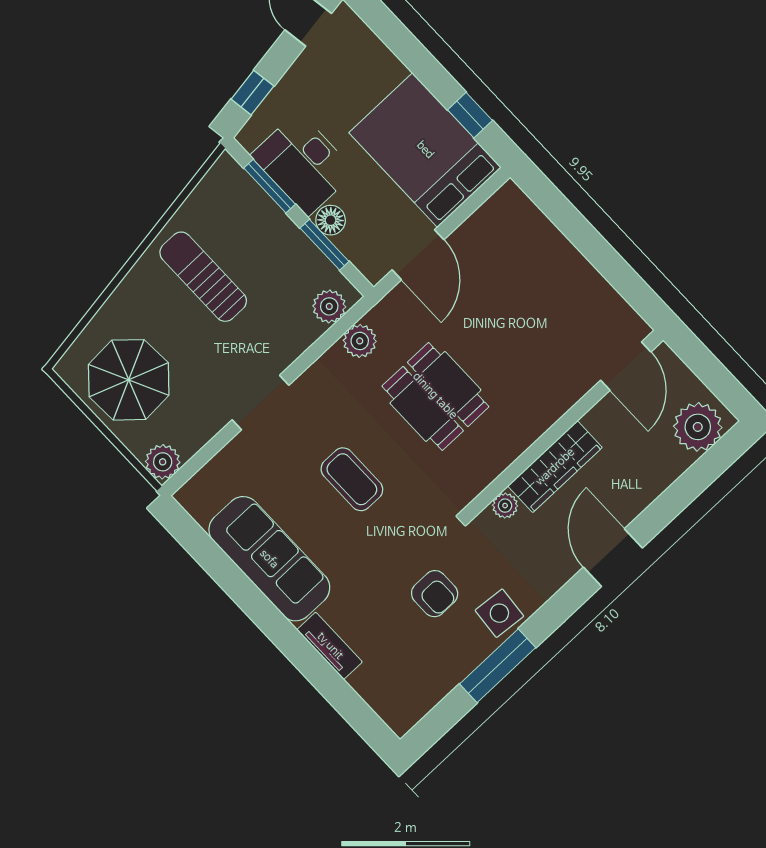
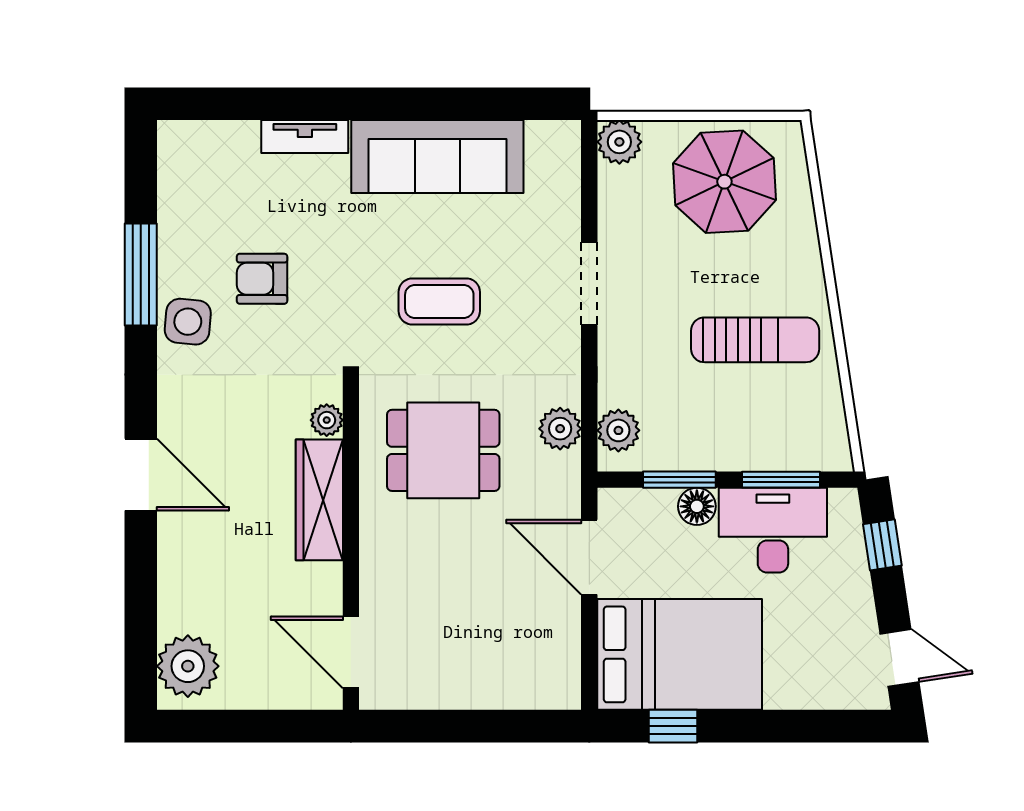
door: (626, 366) -> (351, 652), moved
wall: (565, 423) -> (351, 546), moved
wardrobe: (555, 467) -> (319, 500), moved
plant: (505, 506) -> (327, 420), moved

